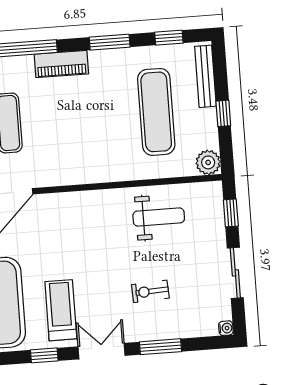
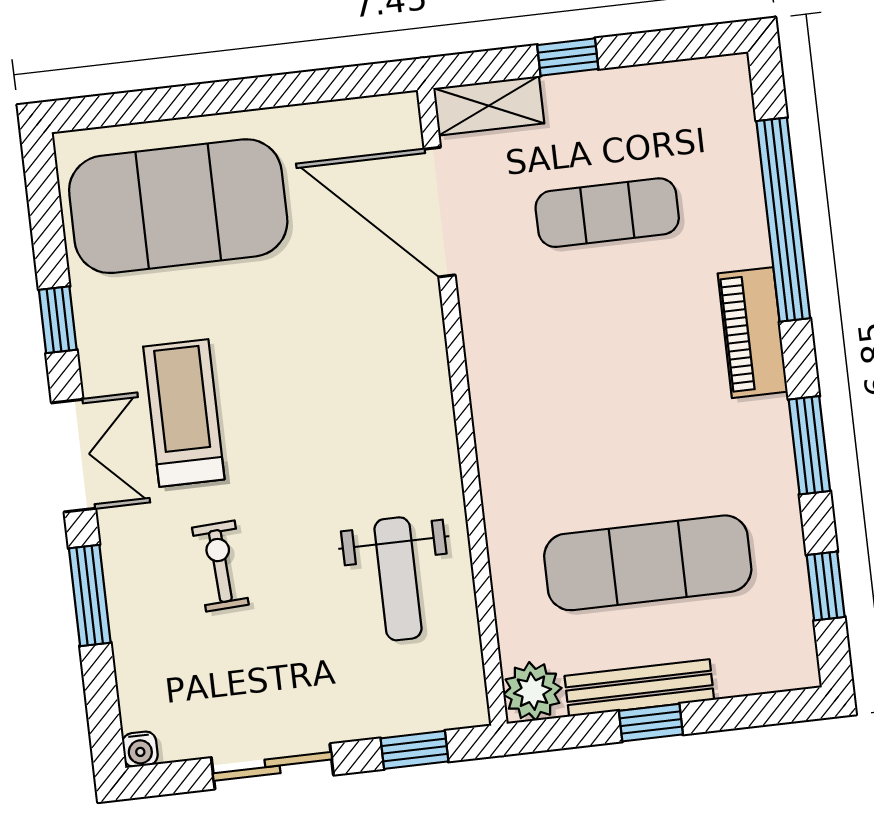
bench: (205, 76) -> (639, 688), moved
treadmill: (61, 310) -> (184, 413), moved, turned -90

